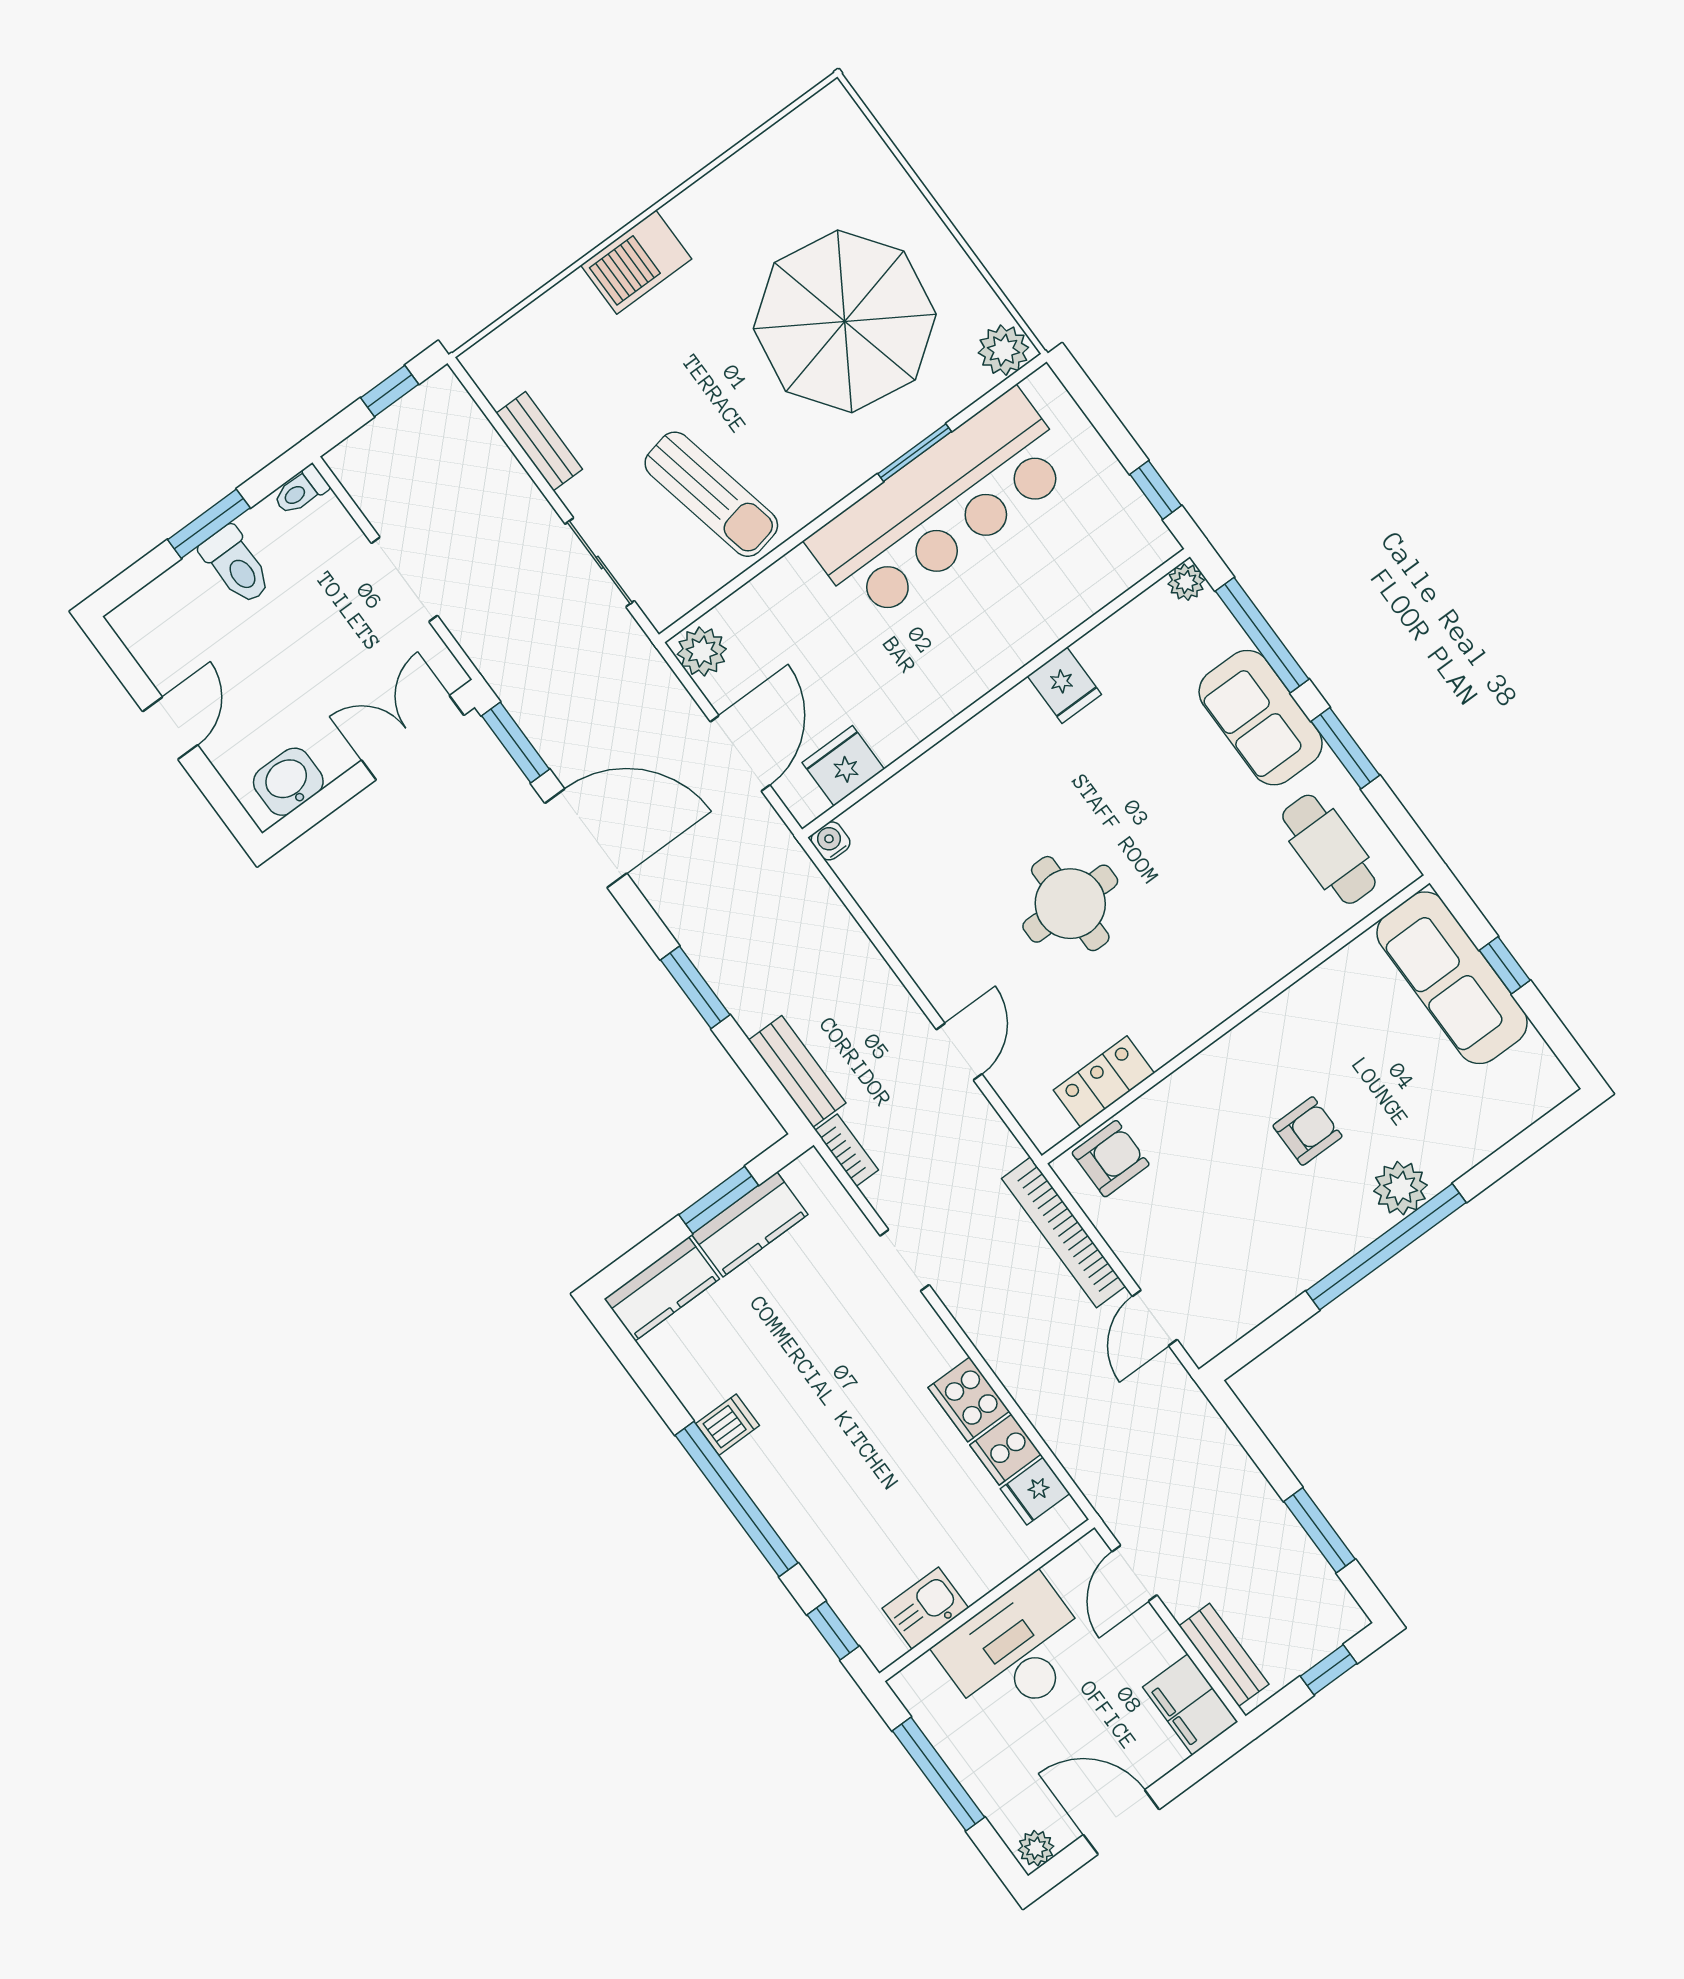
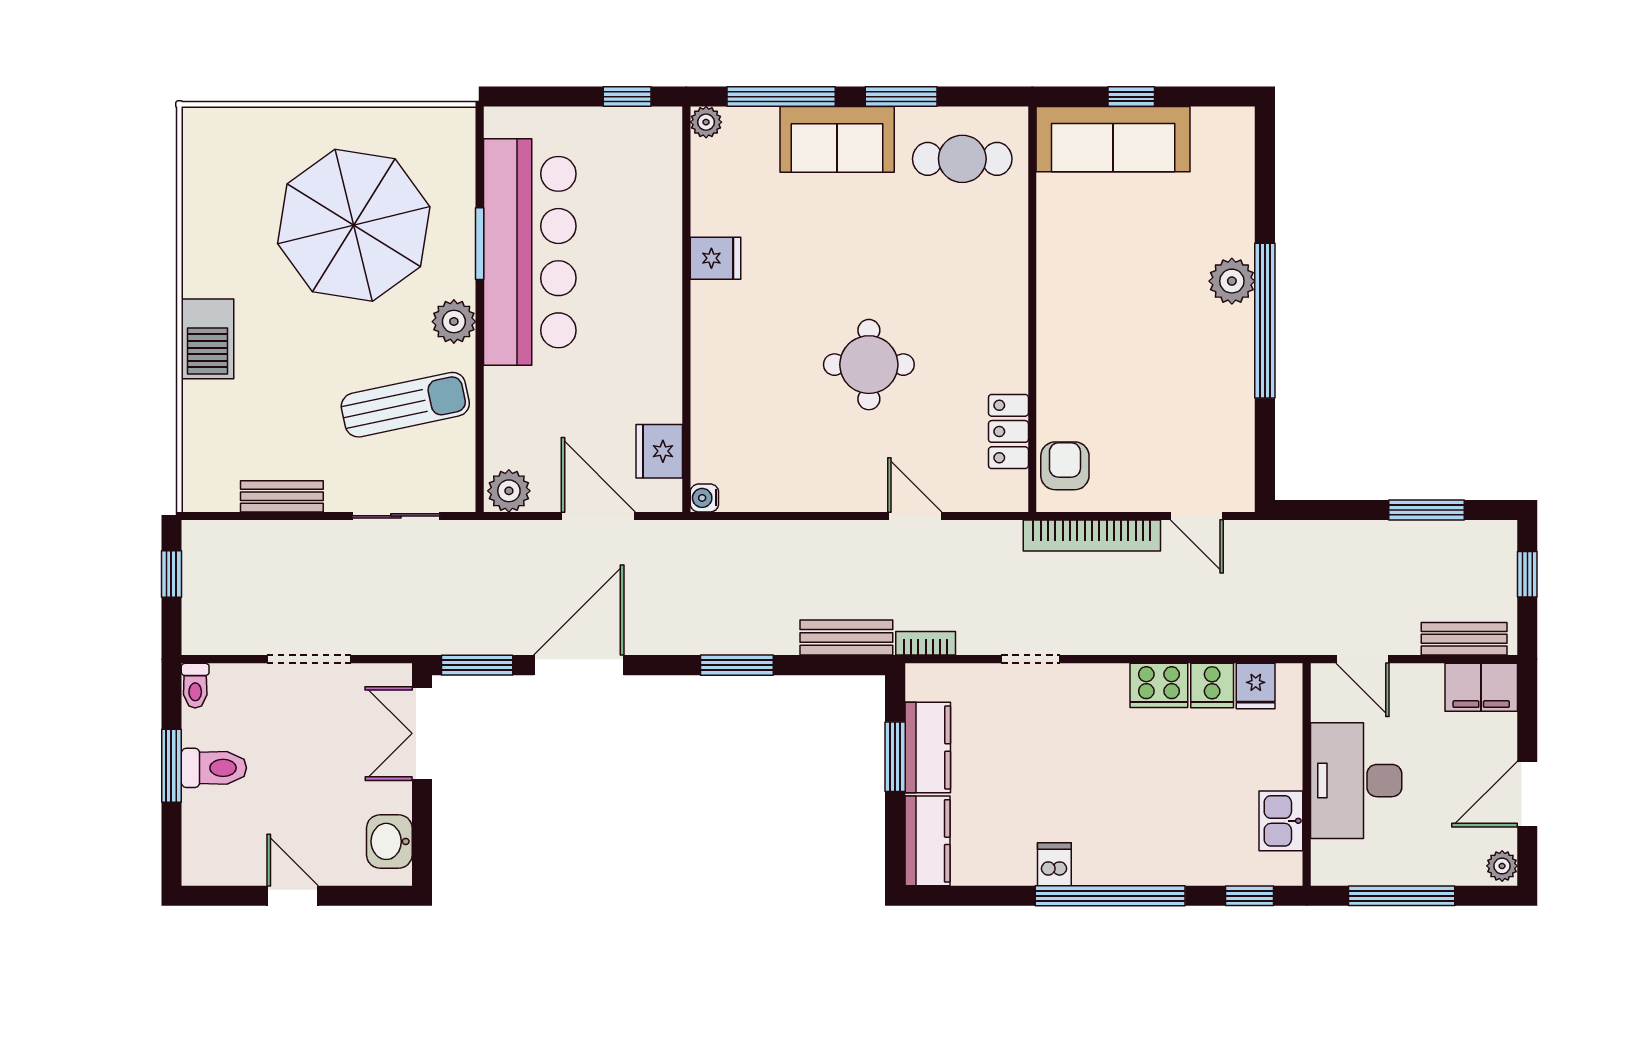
plant: (1003, 350) -> (454, 322), moved
armchair: (1307, 1131) -> (1146, 316), removed

